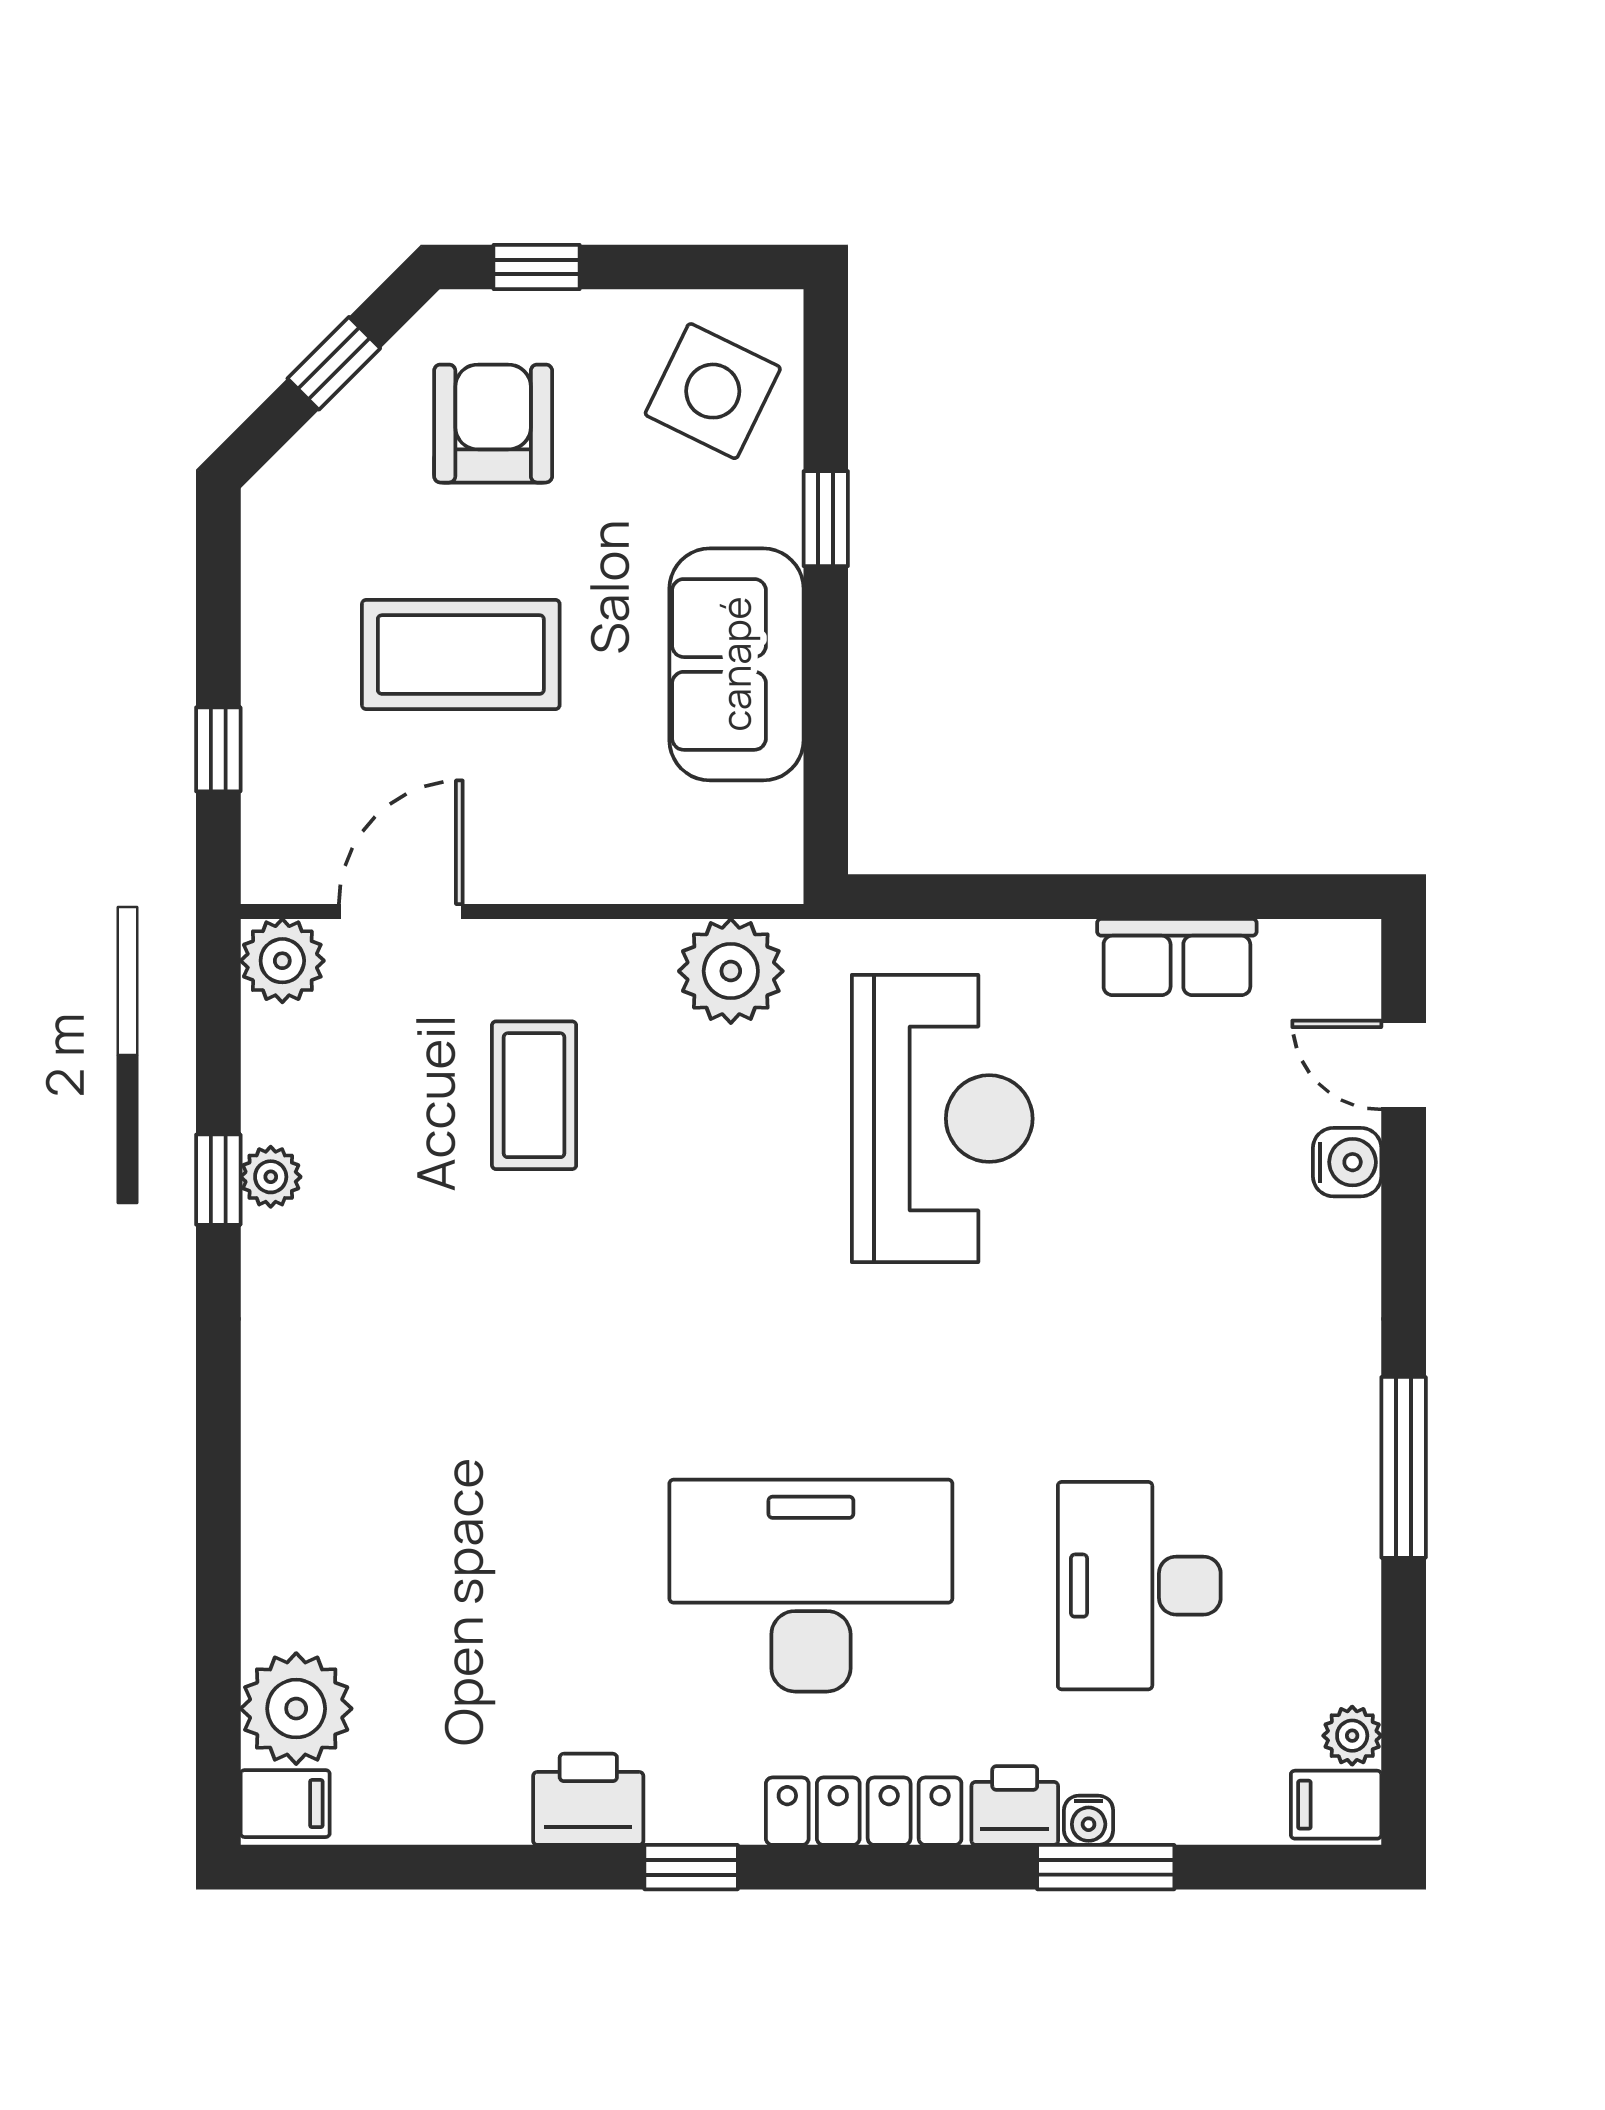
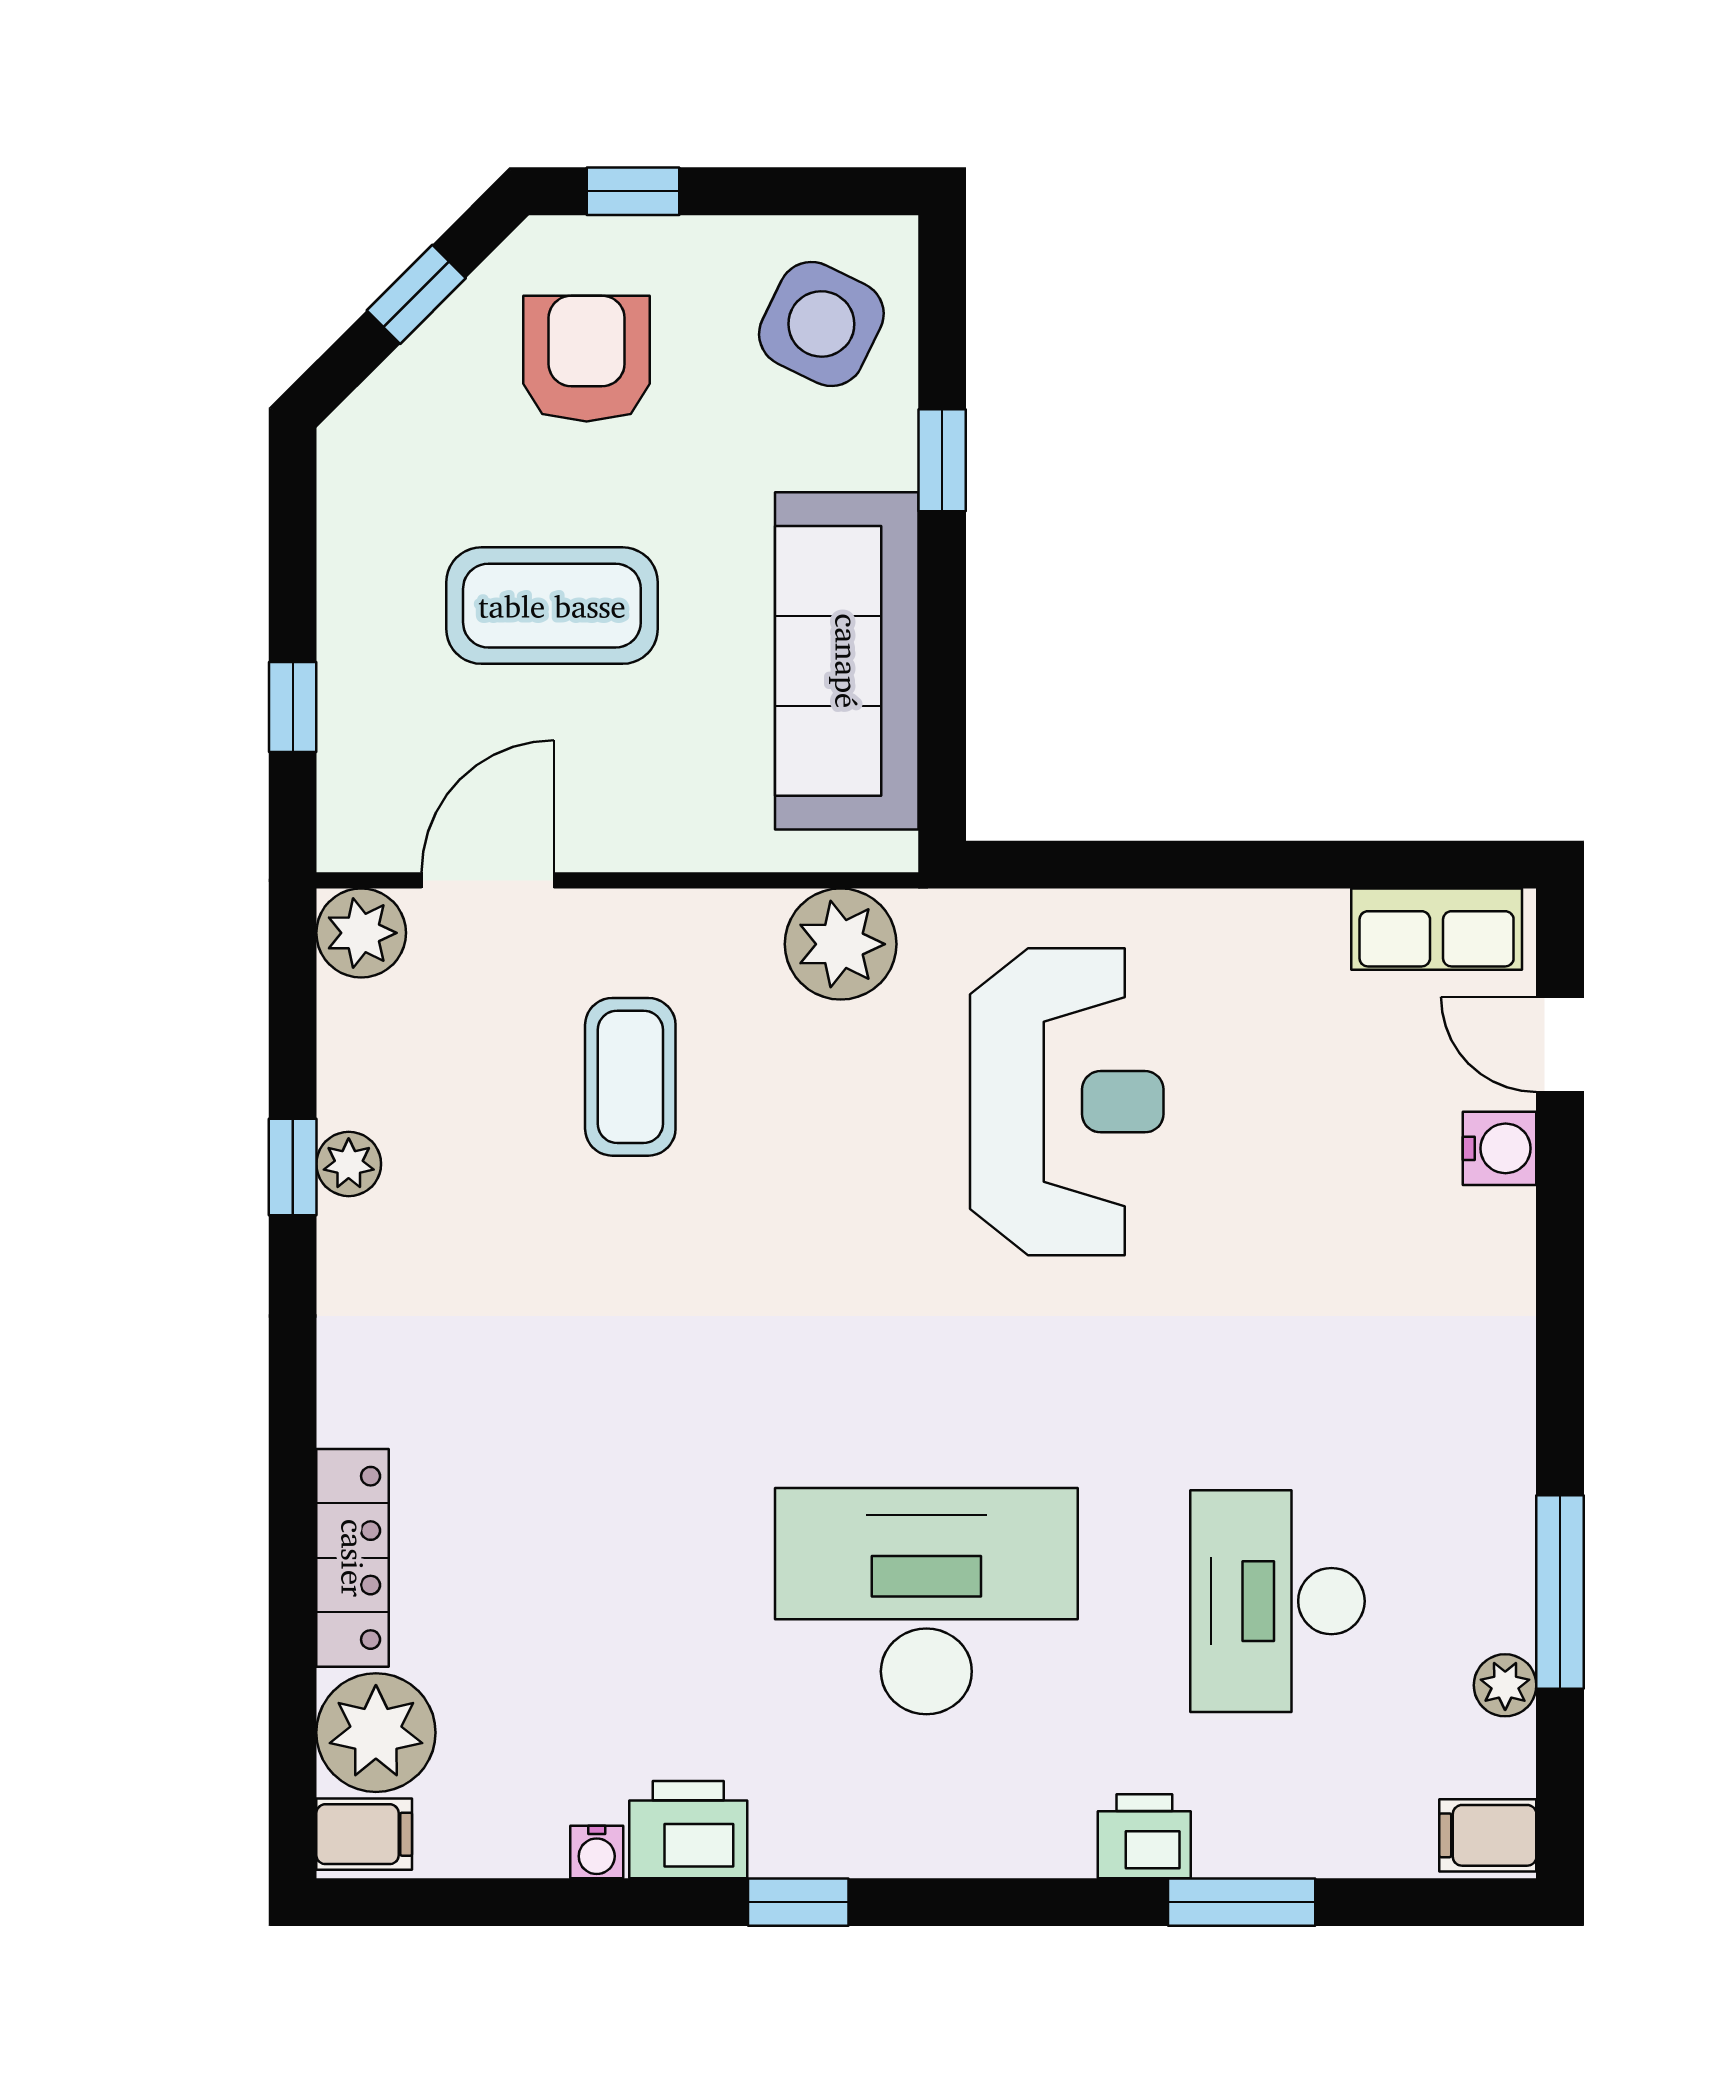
sofa: (736, 664) -> (847, 661), width x1.36
row of seats: (1177, 957) -> (1437, 929), moved
window: (1404, 1467) -> (1560, 1592), moved
plant: (1352, 1736) -> (1505, 1685), moved
locker: (864, 1811) -> (353, 1558), moved, turned 90
water cooler: (1089, 1820) -> (597, 1852), moved

